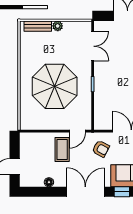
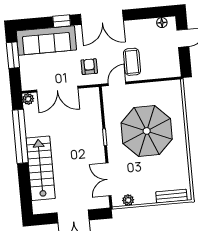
plant: (58, 26) -> (128, 200), moved
armchair: (101, 149) -> (89, 67), turned 62
floor lamp: (49, 182) -> (162, 23), moved

